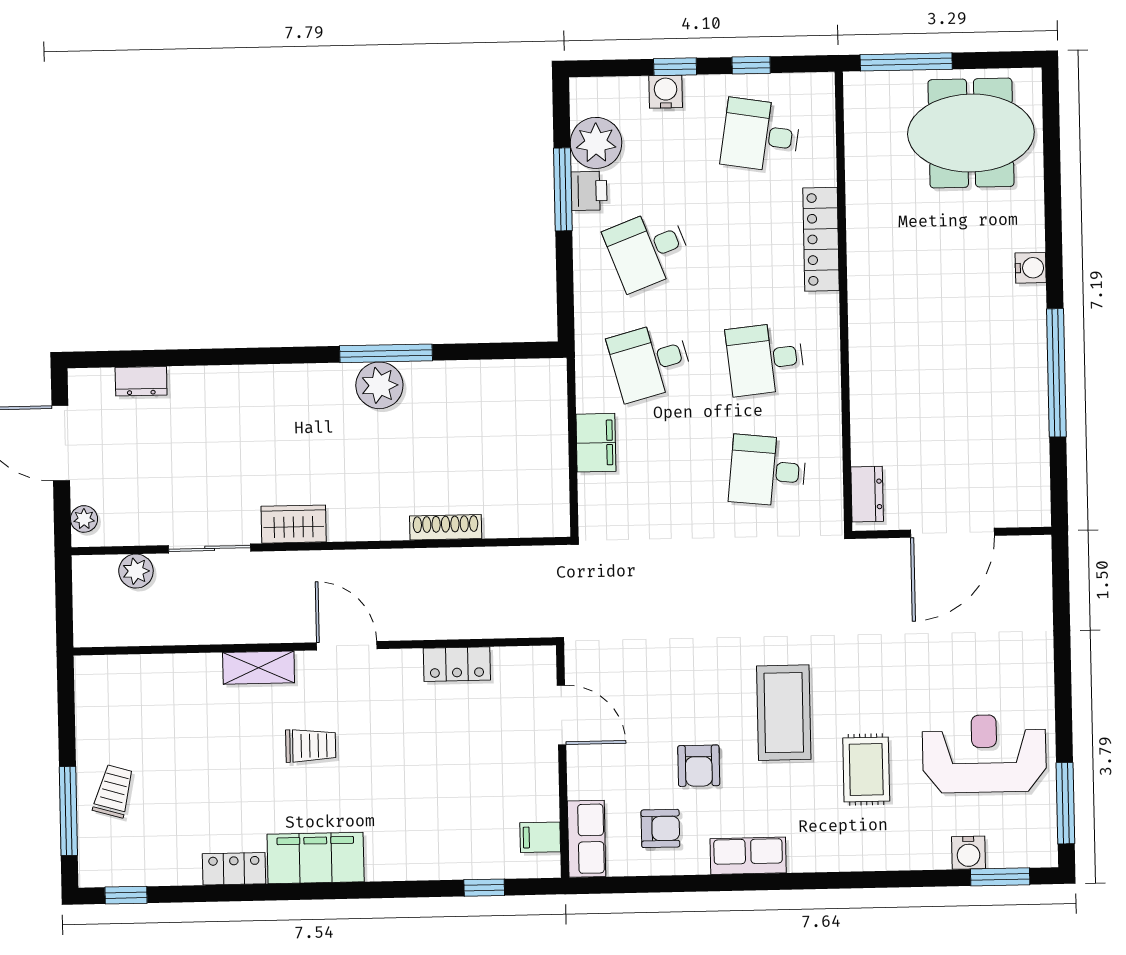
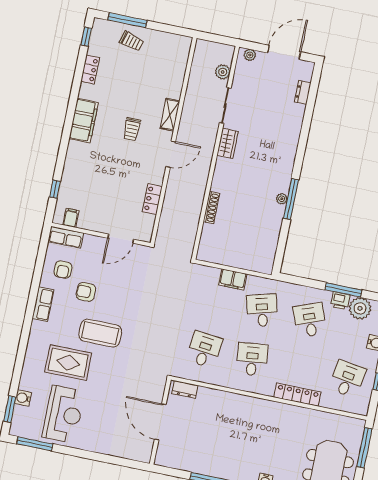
plant: (379, 385) -> (282, 199), width x0.53, depth x0.53
rug: (866, 769) -> (68, 363), width x1.36, depth x1.43
locker: (234, 869) -> (90, 69), moved

